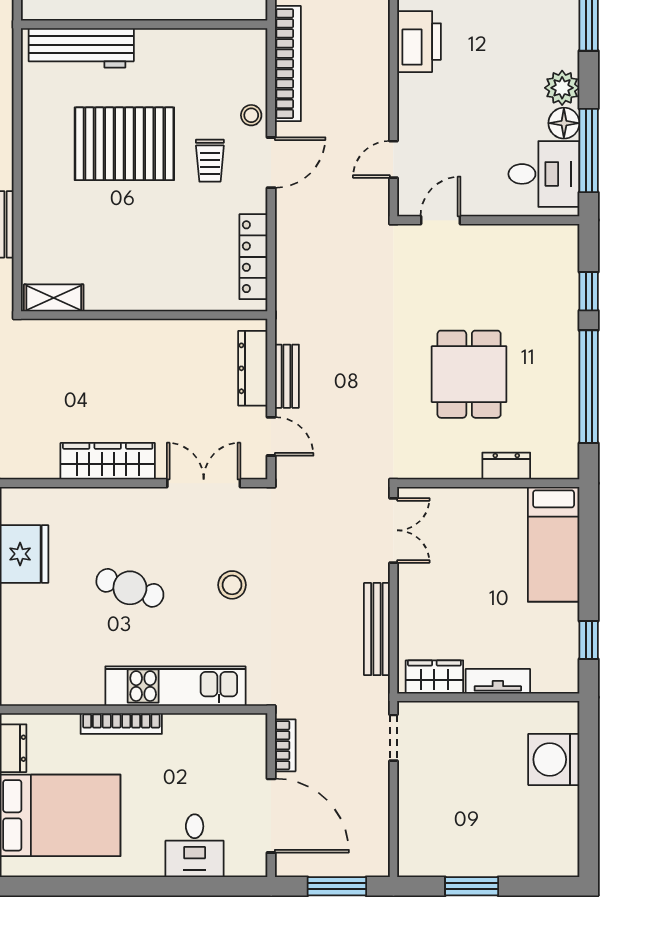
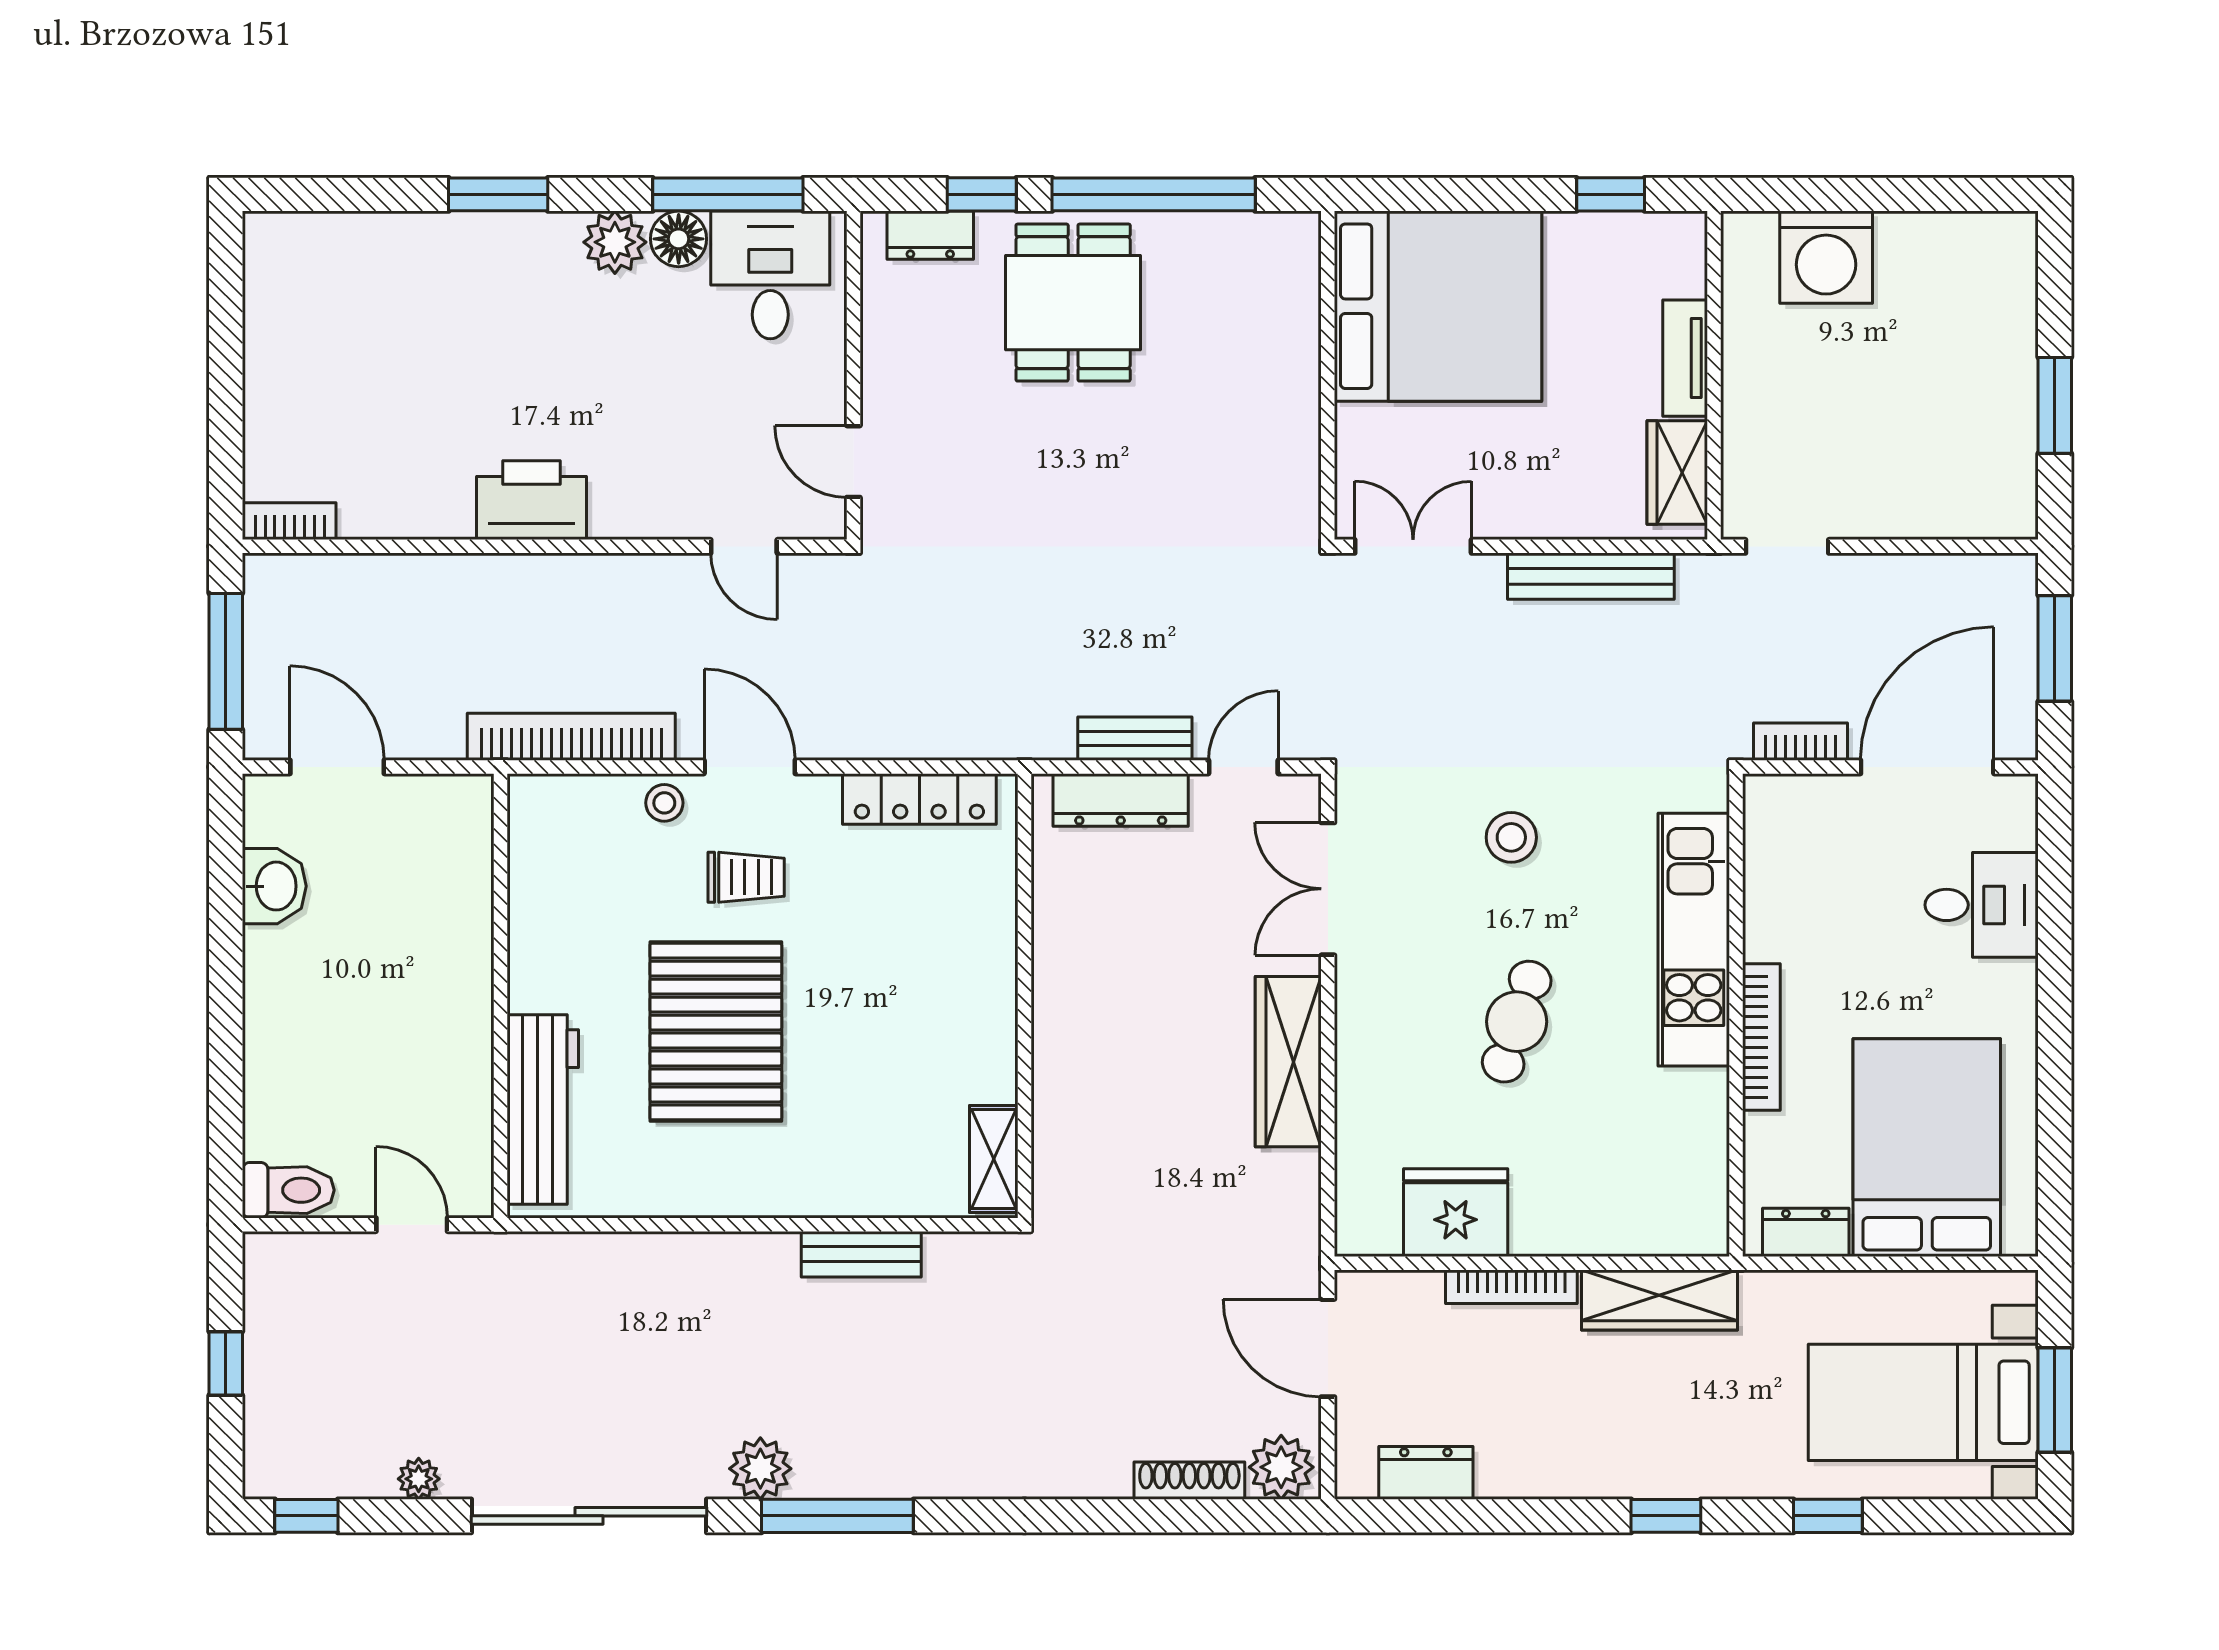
dining table: (469, 374) -> (1073, 303), moved, turned 90
dresser: (506, 466) -> (930, 235), moved, turned -90
bed: (554, 544) -> (1438, 306), width x2.04

